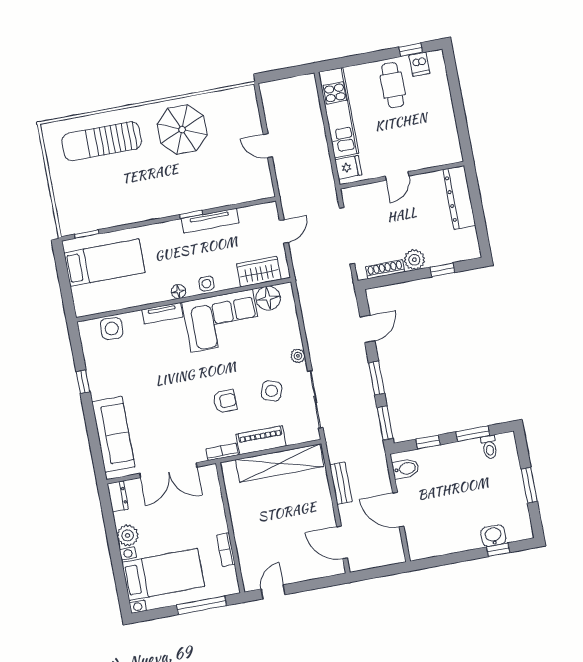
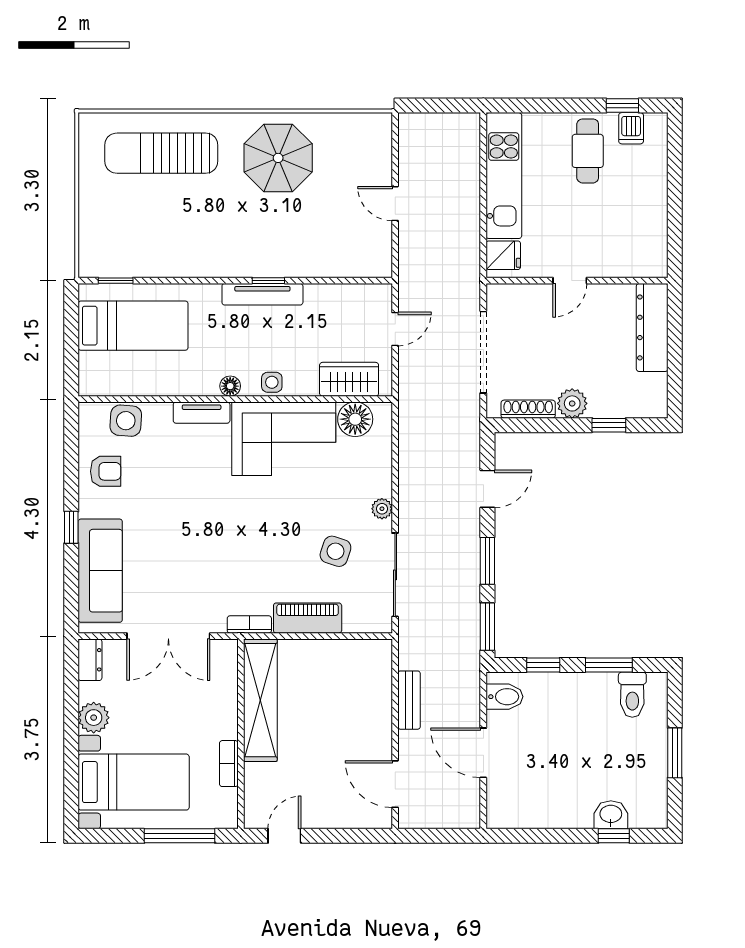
tv unit: (210, 221) -> (262, 294), moved
window: (83, 382) -> (71, 527), moved
armchair: (225, 401) -> (106, 471), moved
toilet: (489, 447) -> (632, 695), width x1.37, depth x1.39
shelving: (280, 463) -> (260, 700), moved, turned 90

